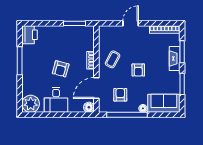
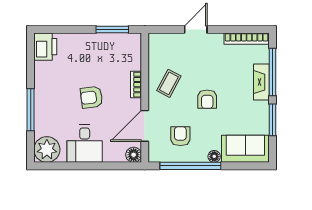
window: (182, 52) -> (272, 72), width x1.44
window: (20, 61) -> (31, 110), moved
armchair: (61, 69) -> (92, 97), turned 68

